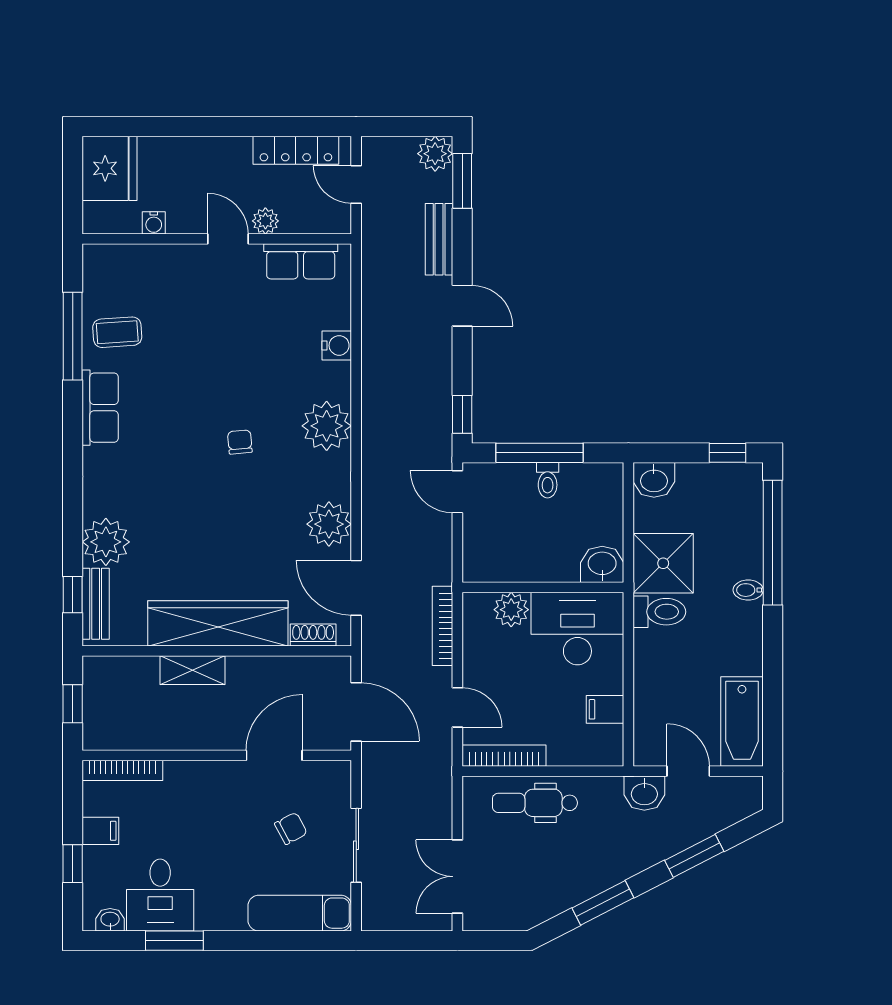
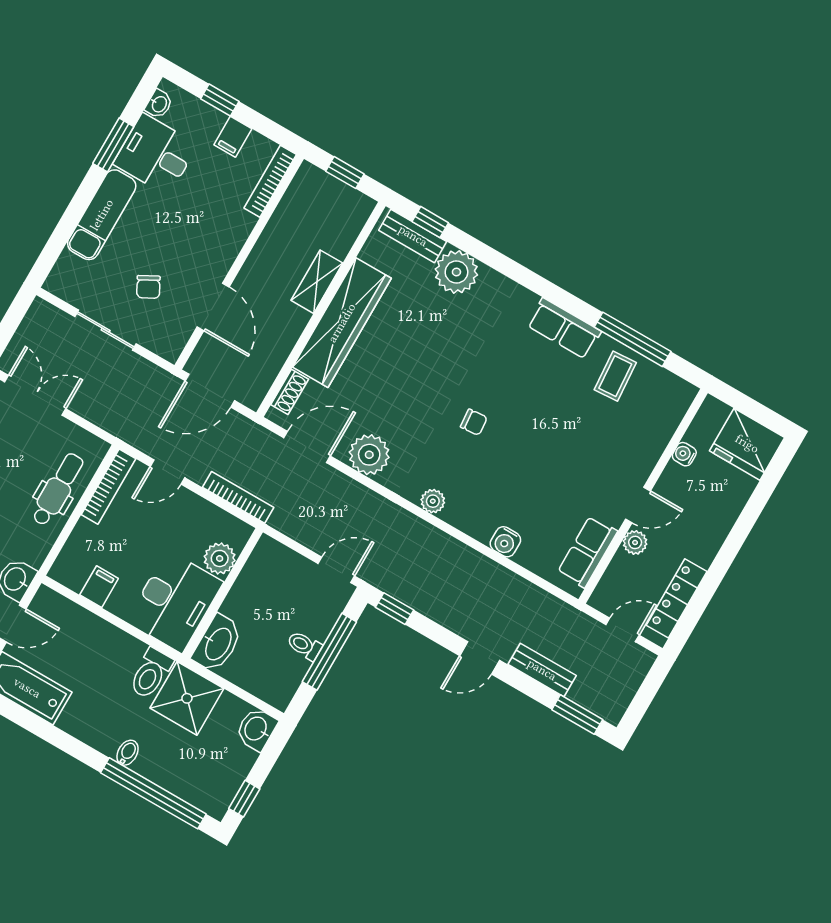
plant: (435, 154) -> (611, 706), removed
plant: (327, 426) -> (433, 501), width x0.53, depth x0.53
washbasin: (602, 564) -> (218, 644), width x1.38
exam couch: (300, 913) -> (102, 215), moved

